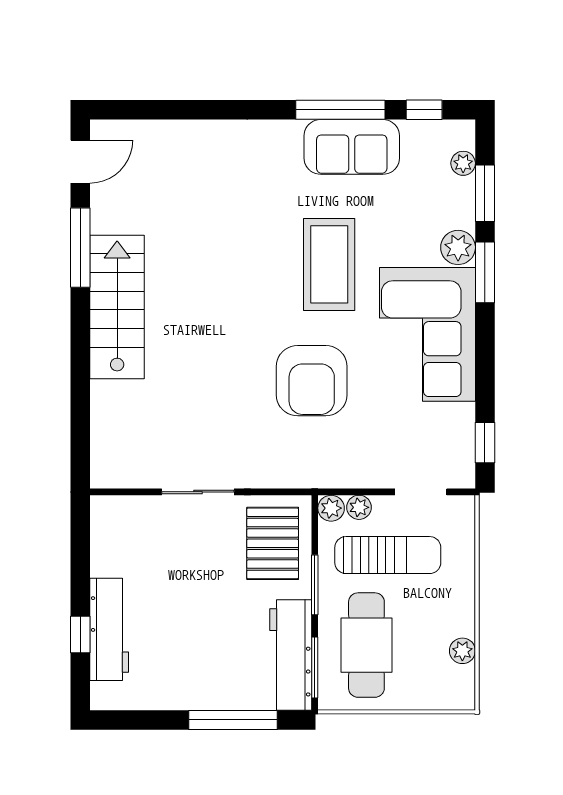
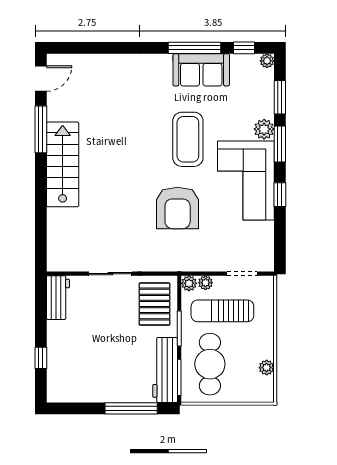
plant: (463, 163) -> (267, 61), moved
window: (485, 443) -> (280, 195), moved
sun lounger: (388, 555) -> (222, 311), turned 180
workbench: (109, 629) -> (58, 298), moved, width x0.73

